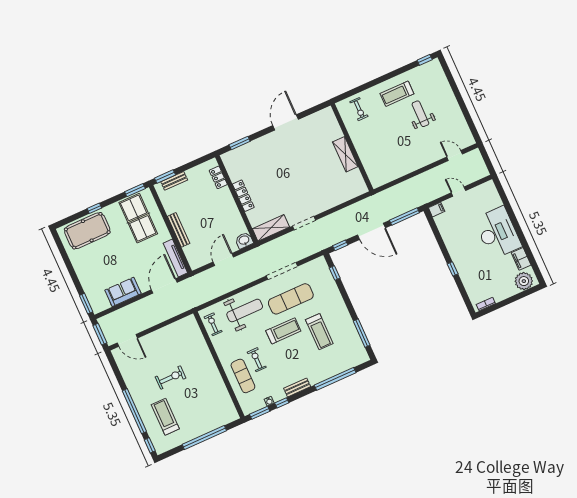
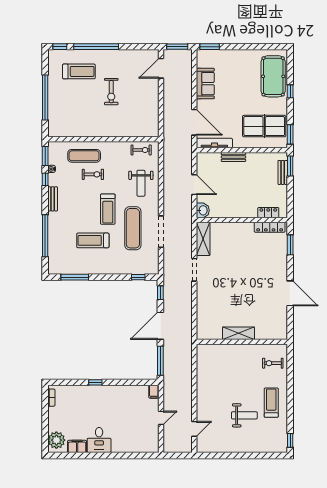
locker: (243, 196) -> (270, 227), moved
bench: (179, 230) -> (233, 157), width x0.73
desk: (498, 233) -> (99, 440), width x0.53, depth x0.77
weight bench: (245, 310) -> (141, 183), width x0.73, depth x0.75

